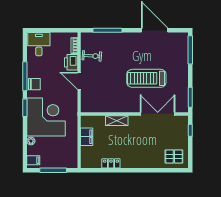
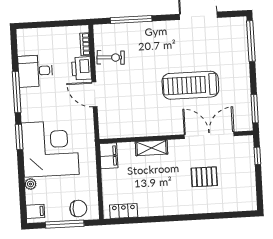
desk: (39, 44) -> (35, 71), moved, turned -90
chair: (34, 84) -> (78, 209), moved
filing cabinet: (87, 137) -> (109, 156), moved
pallet: (174, 156) -> (204, 177), moved
locker: (111, 163) -> (124, 211), moved

